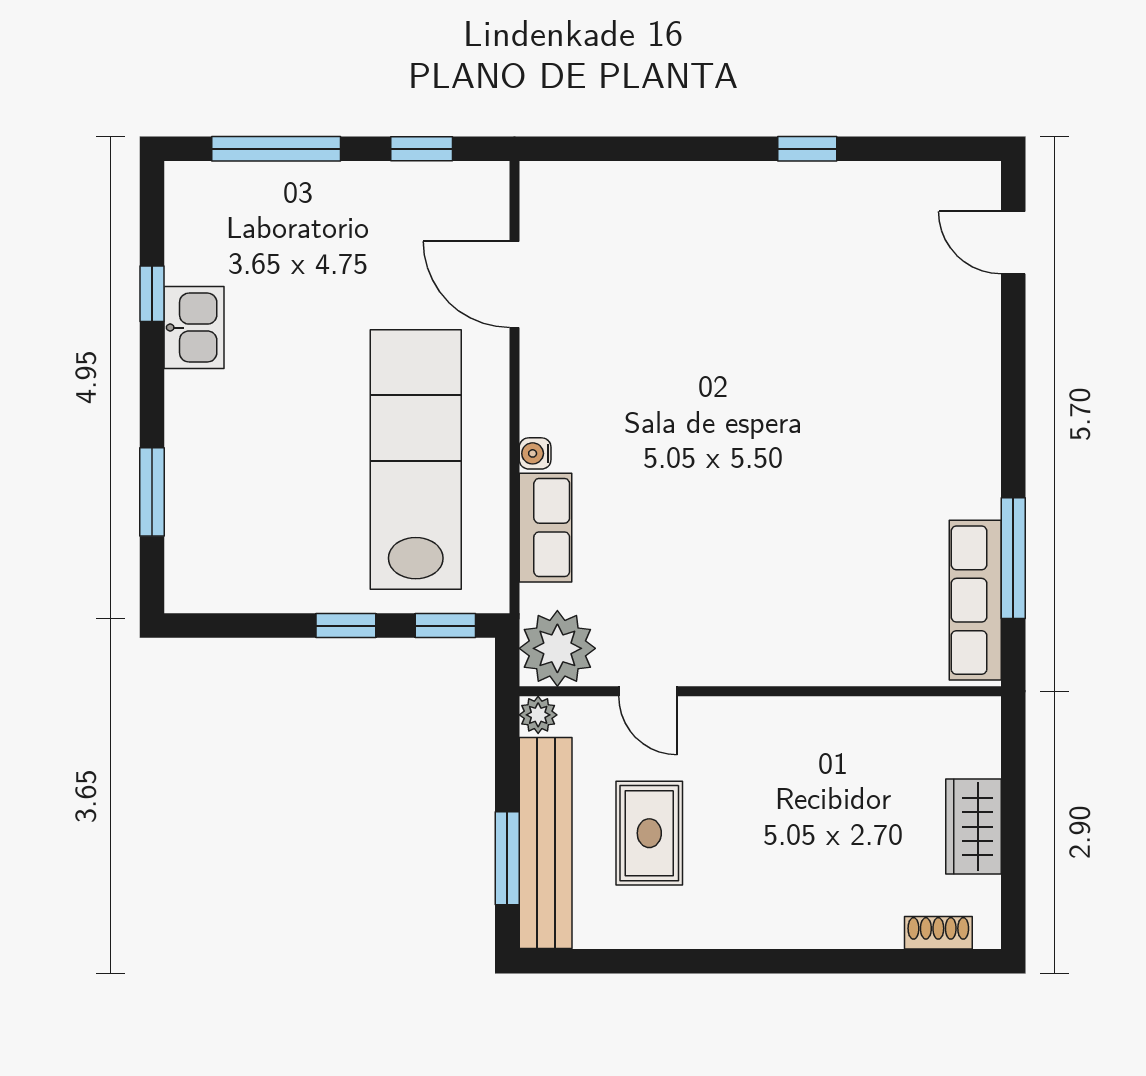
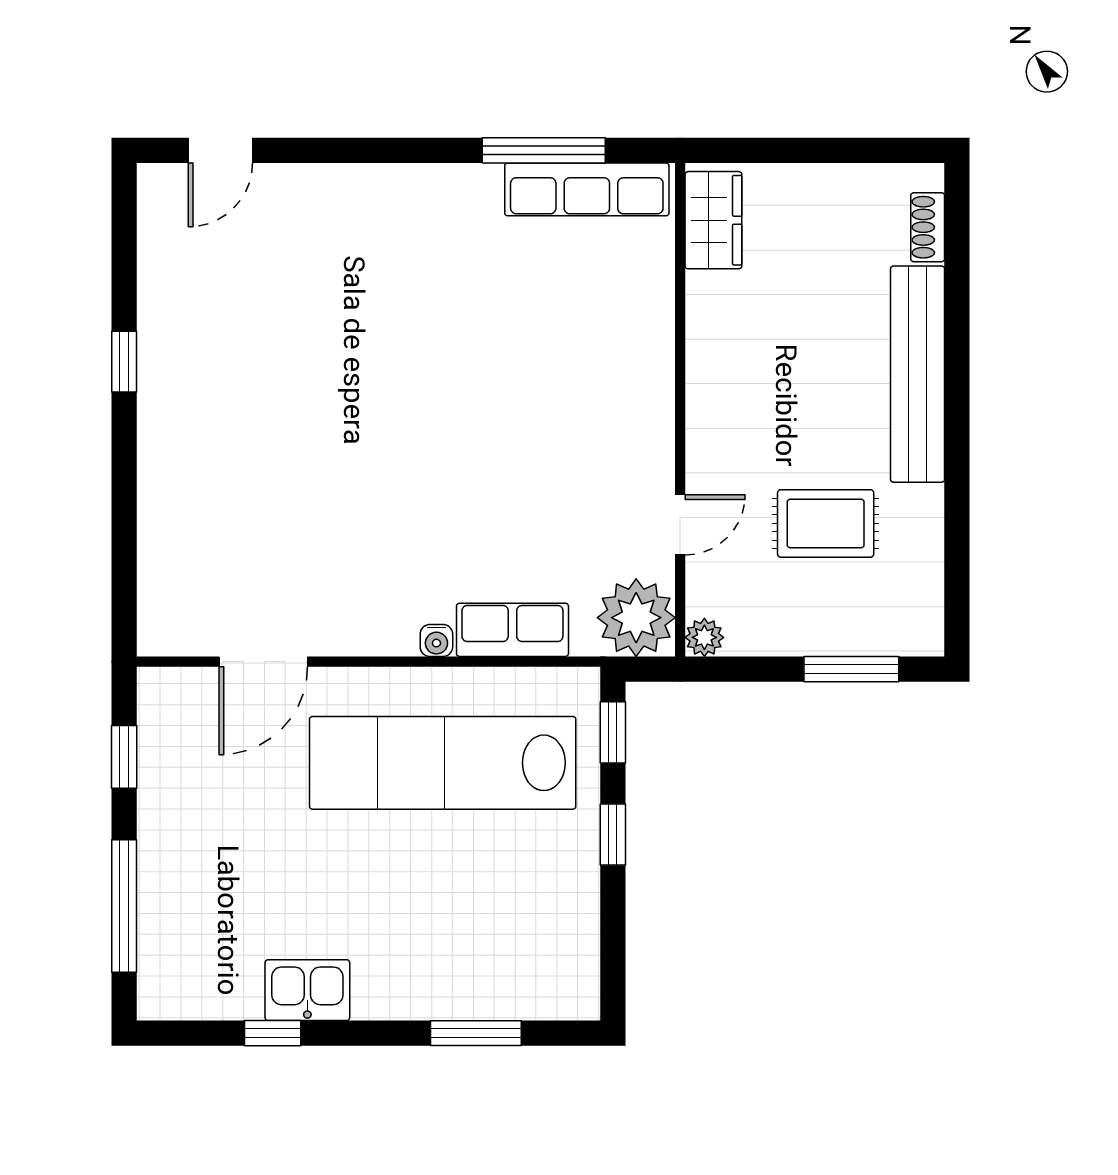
wardrobe: (973, 827) -> (713, 220), moved, turned -90
bench: (546, 843) -> (918, 374), moved, turned 90

